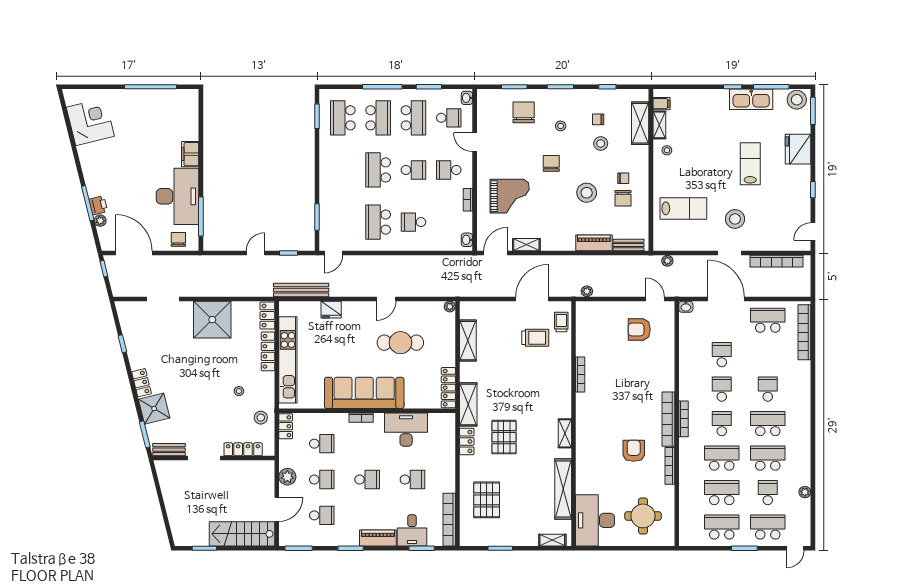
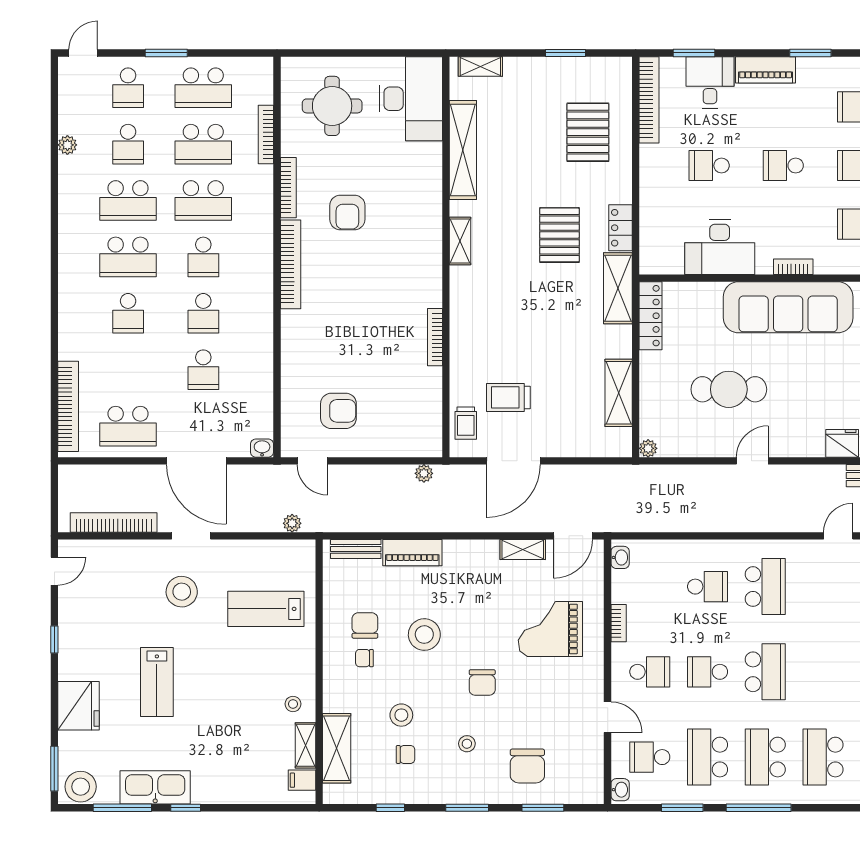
school desk: (343, 118) -> (823, 757), turned 180
bookcase: (683, 419) -> (266, 135), moved
school desk: (768, 527) -> (128, 88), width x0.54

